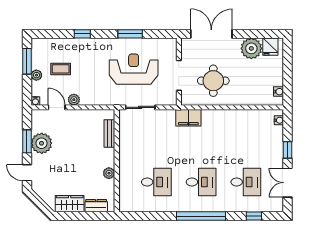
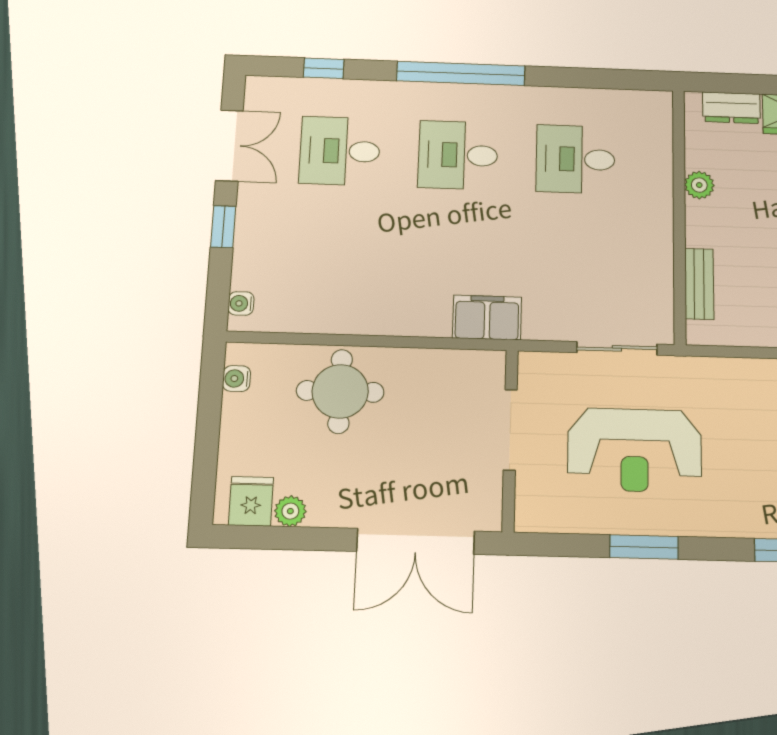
plant: (251, 48) -> (290, 511), width x0.53, depth x0.53
round table: (213, 81) -> (340, 391), moved

